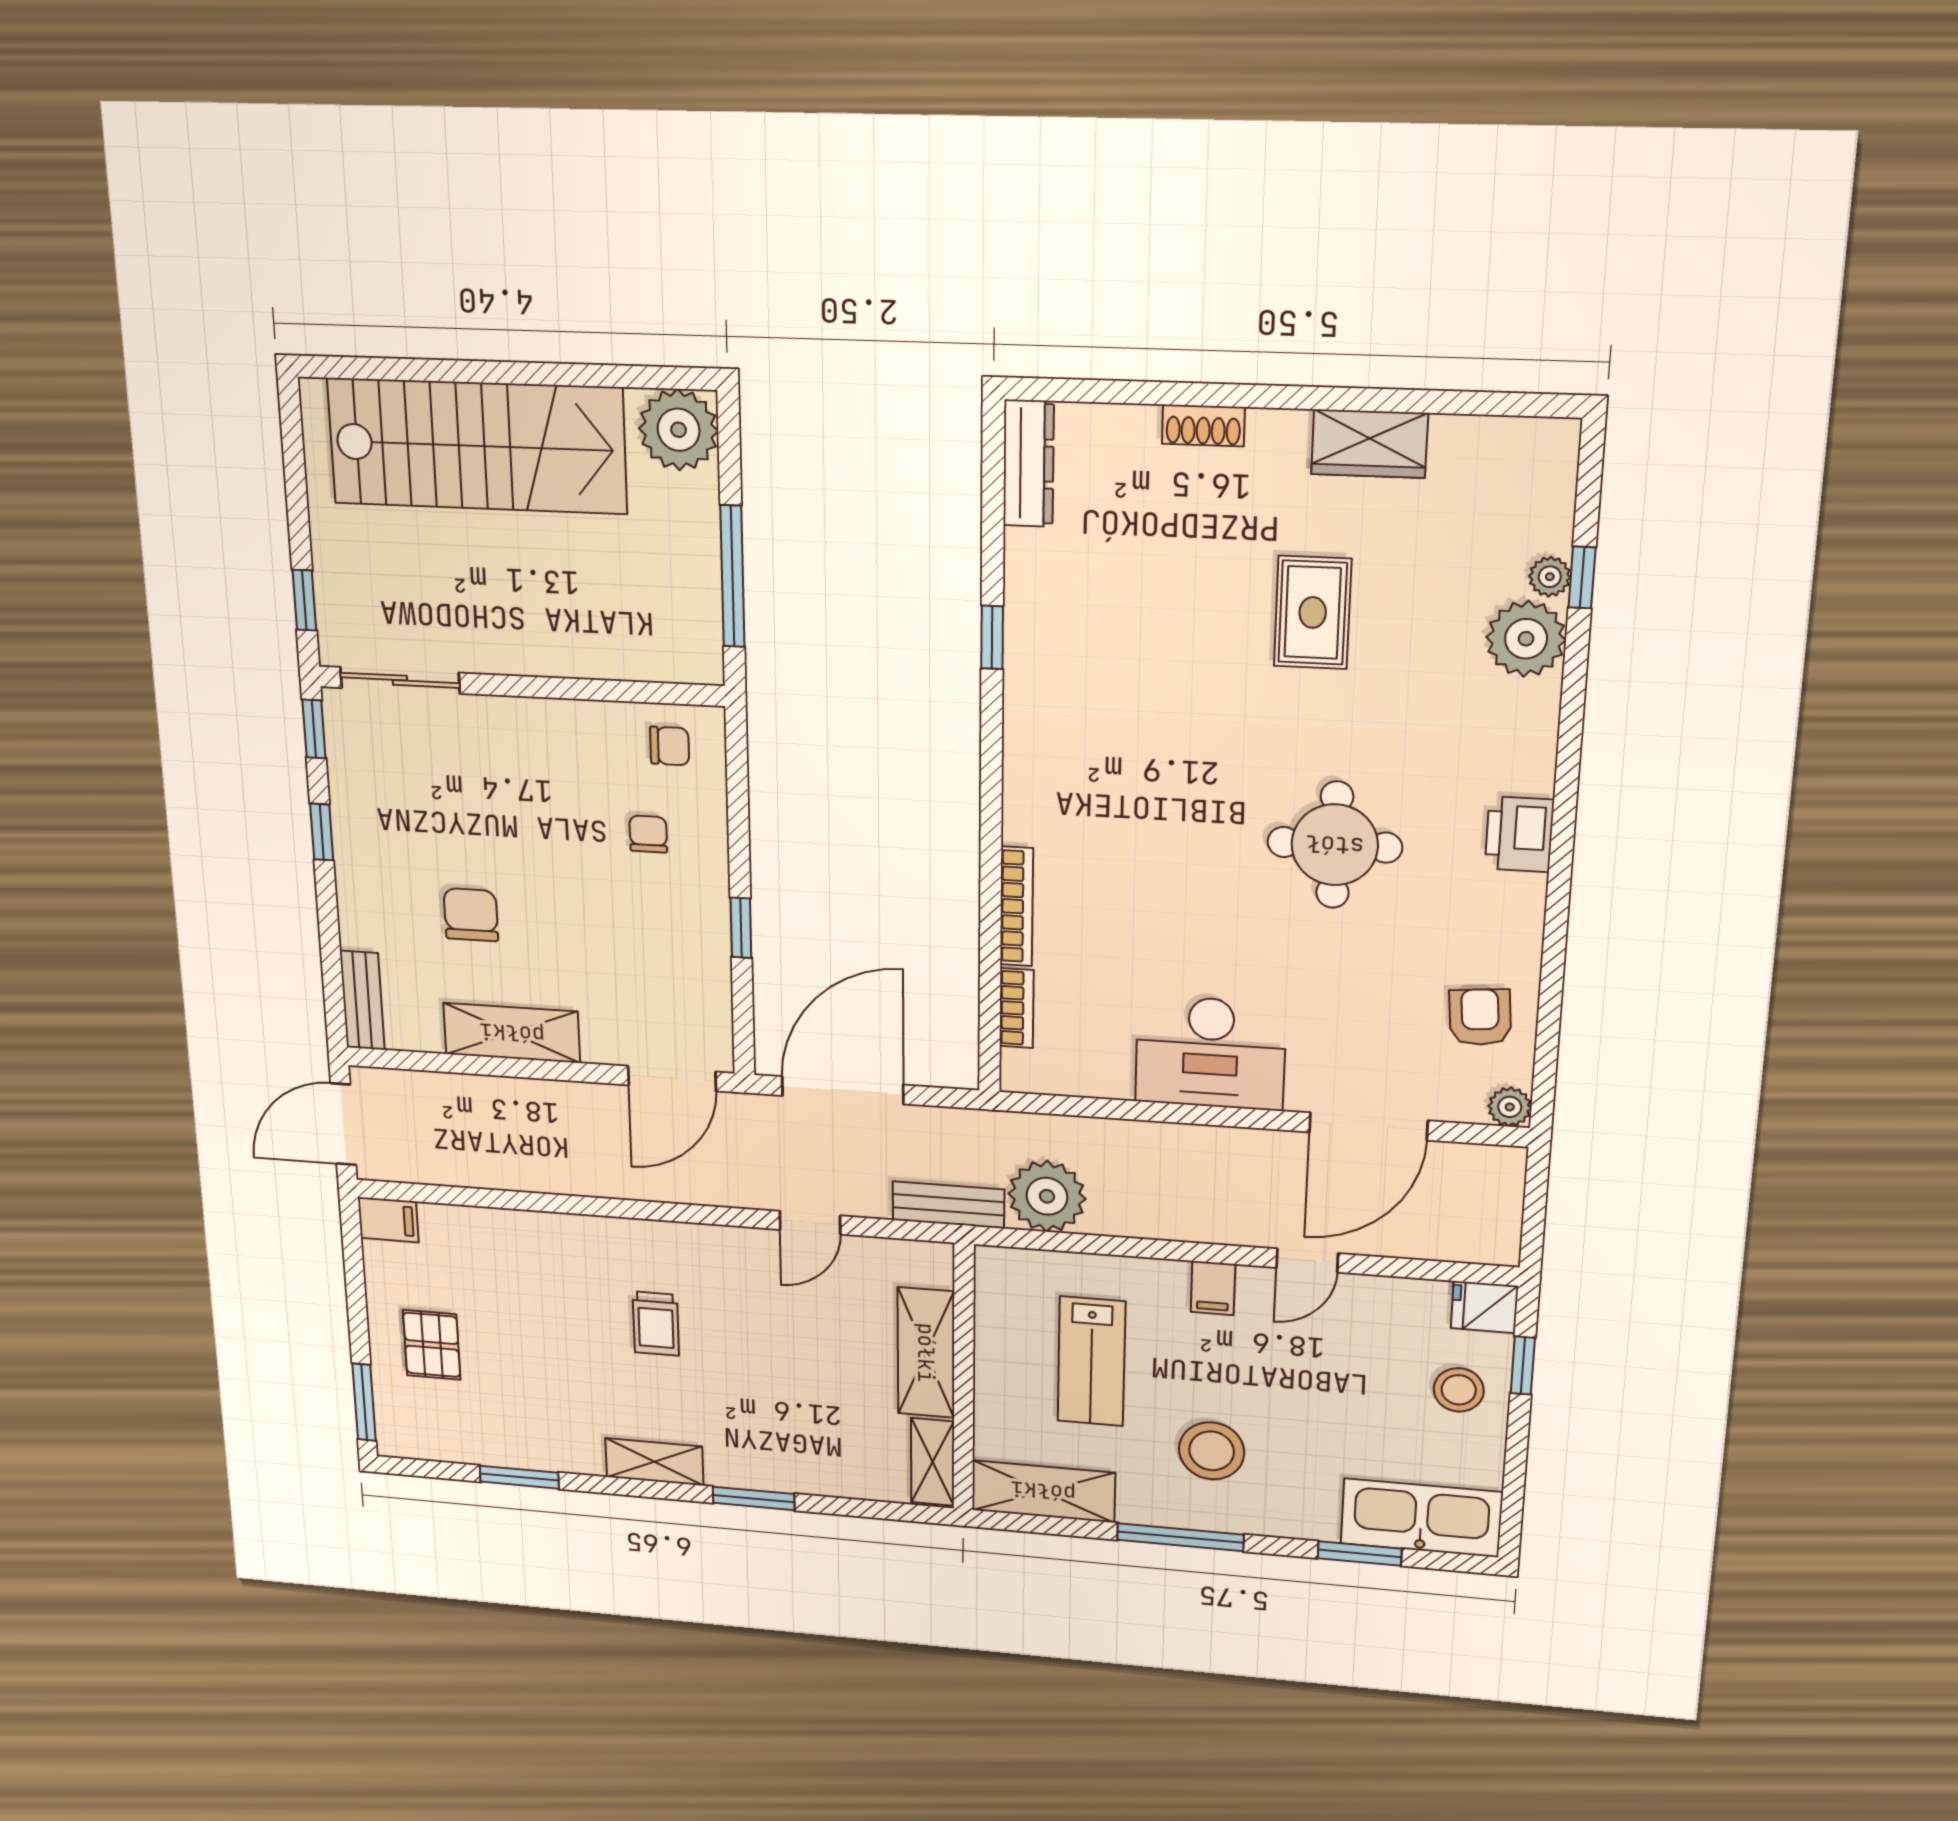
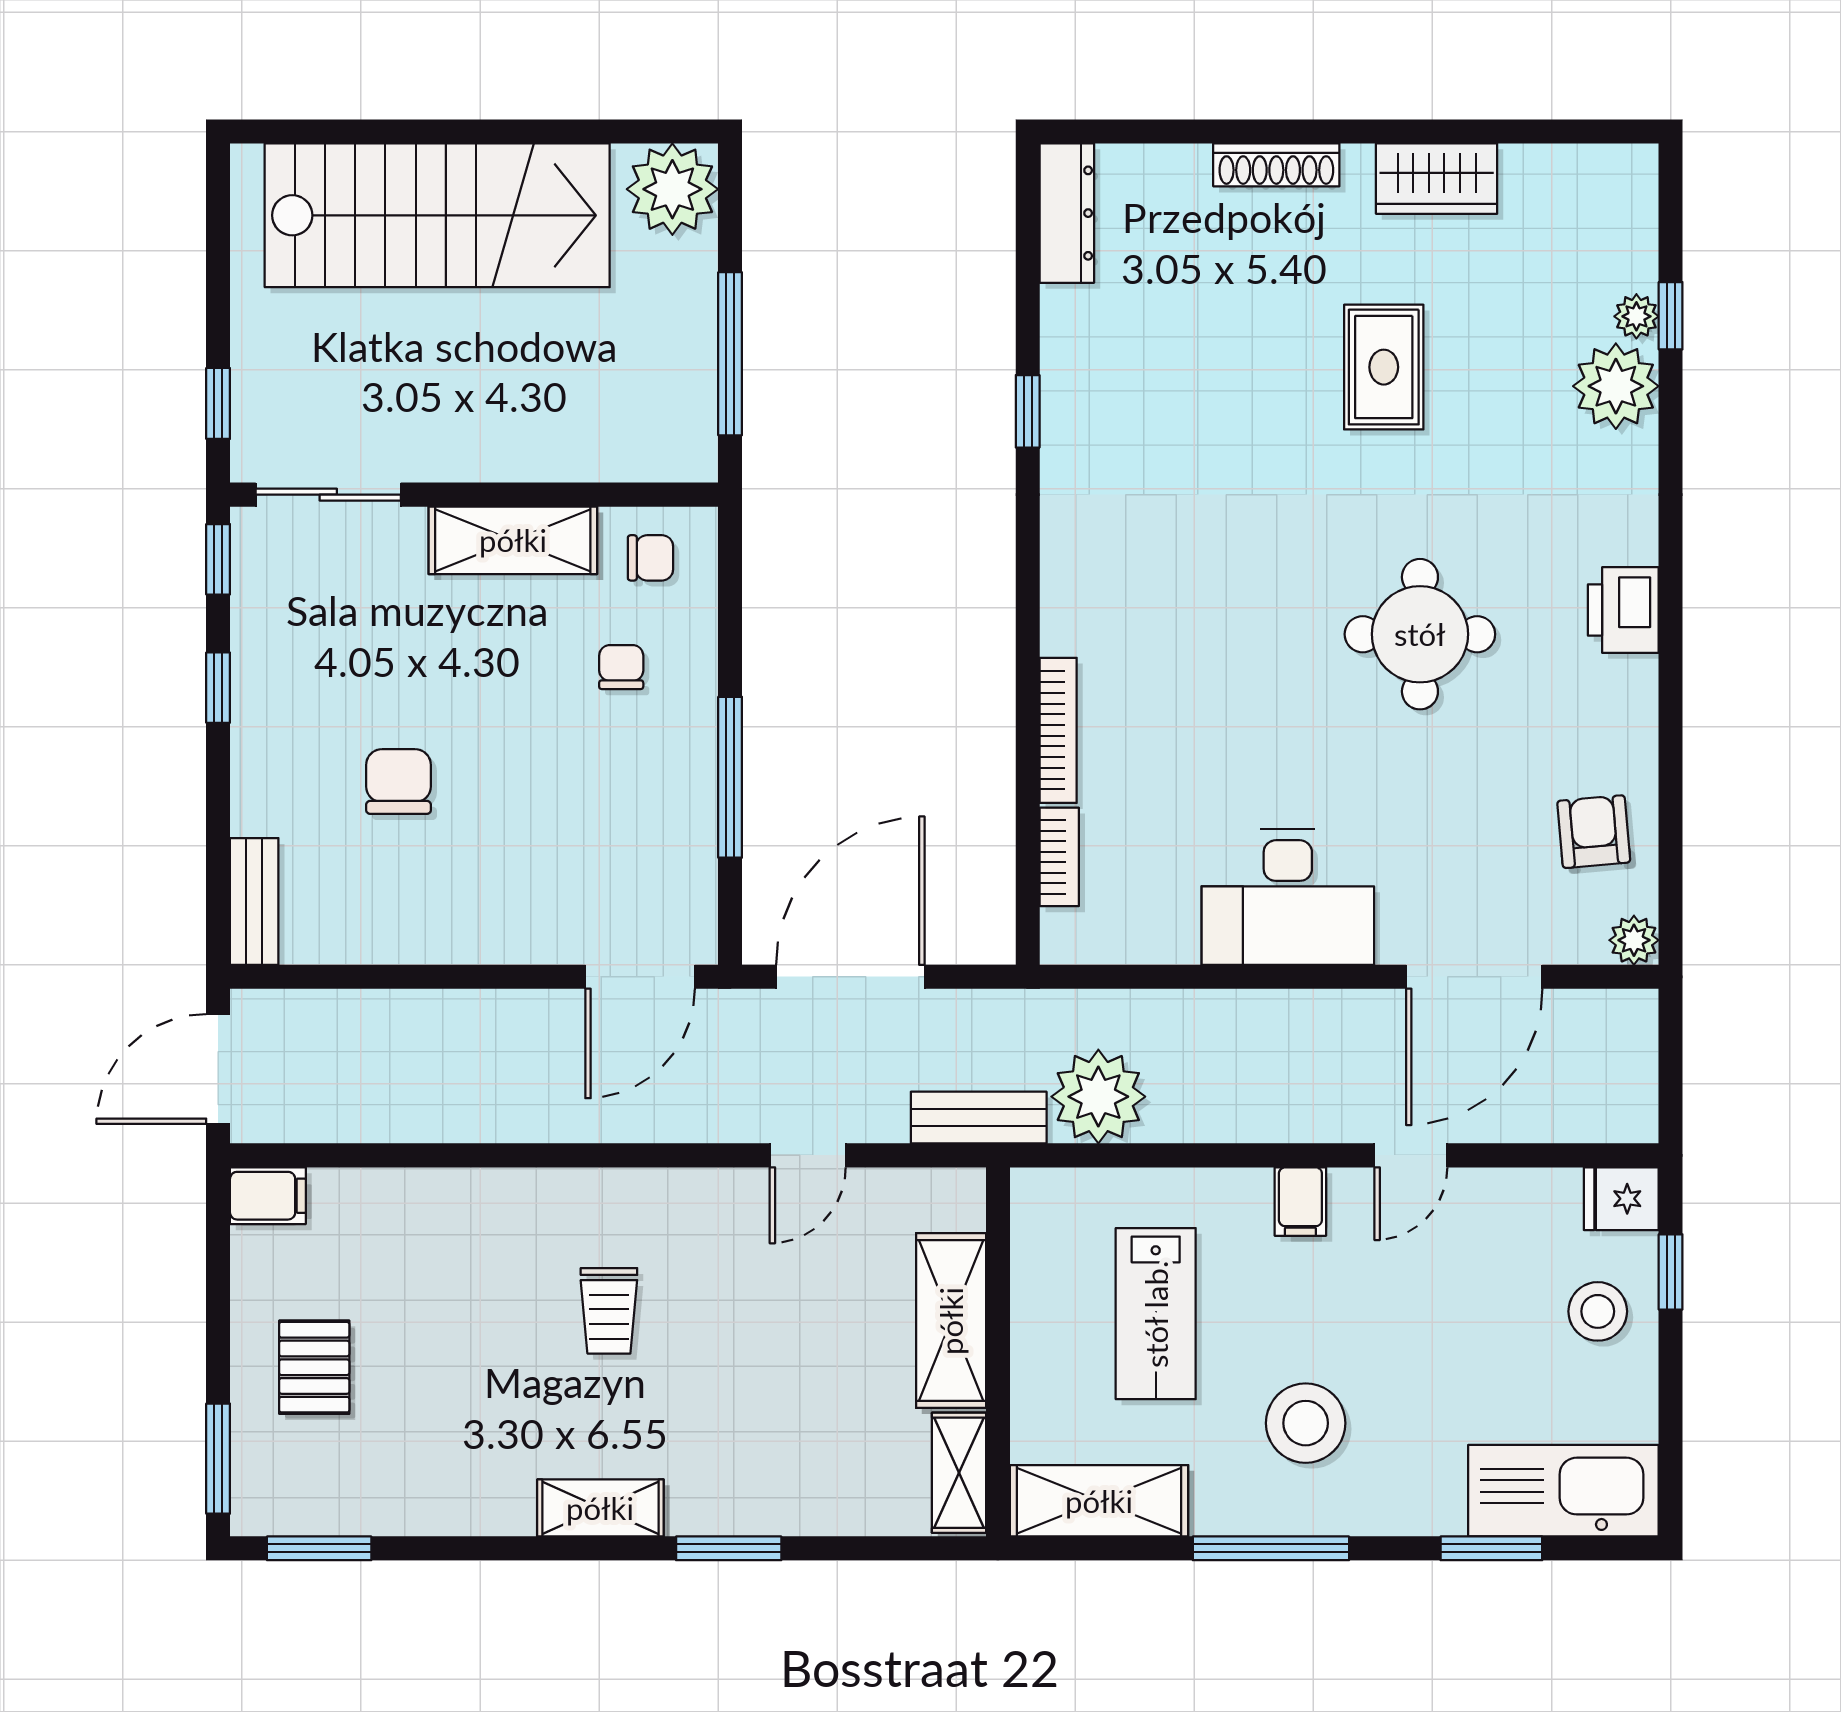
shoe rack: (1203, 425) -> (1276, 165), width x1.43
window: (741, 928) -> (730, 777), width x2.17
shelving: (512, 1033) -> (513, 540), moved
window: (519, 1477) -> (319, 1548), moved

